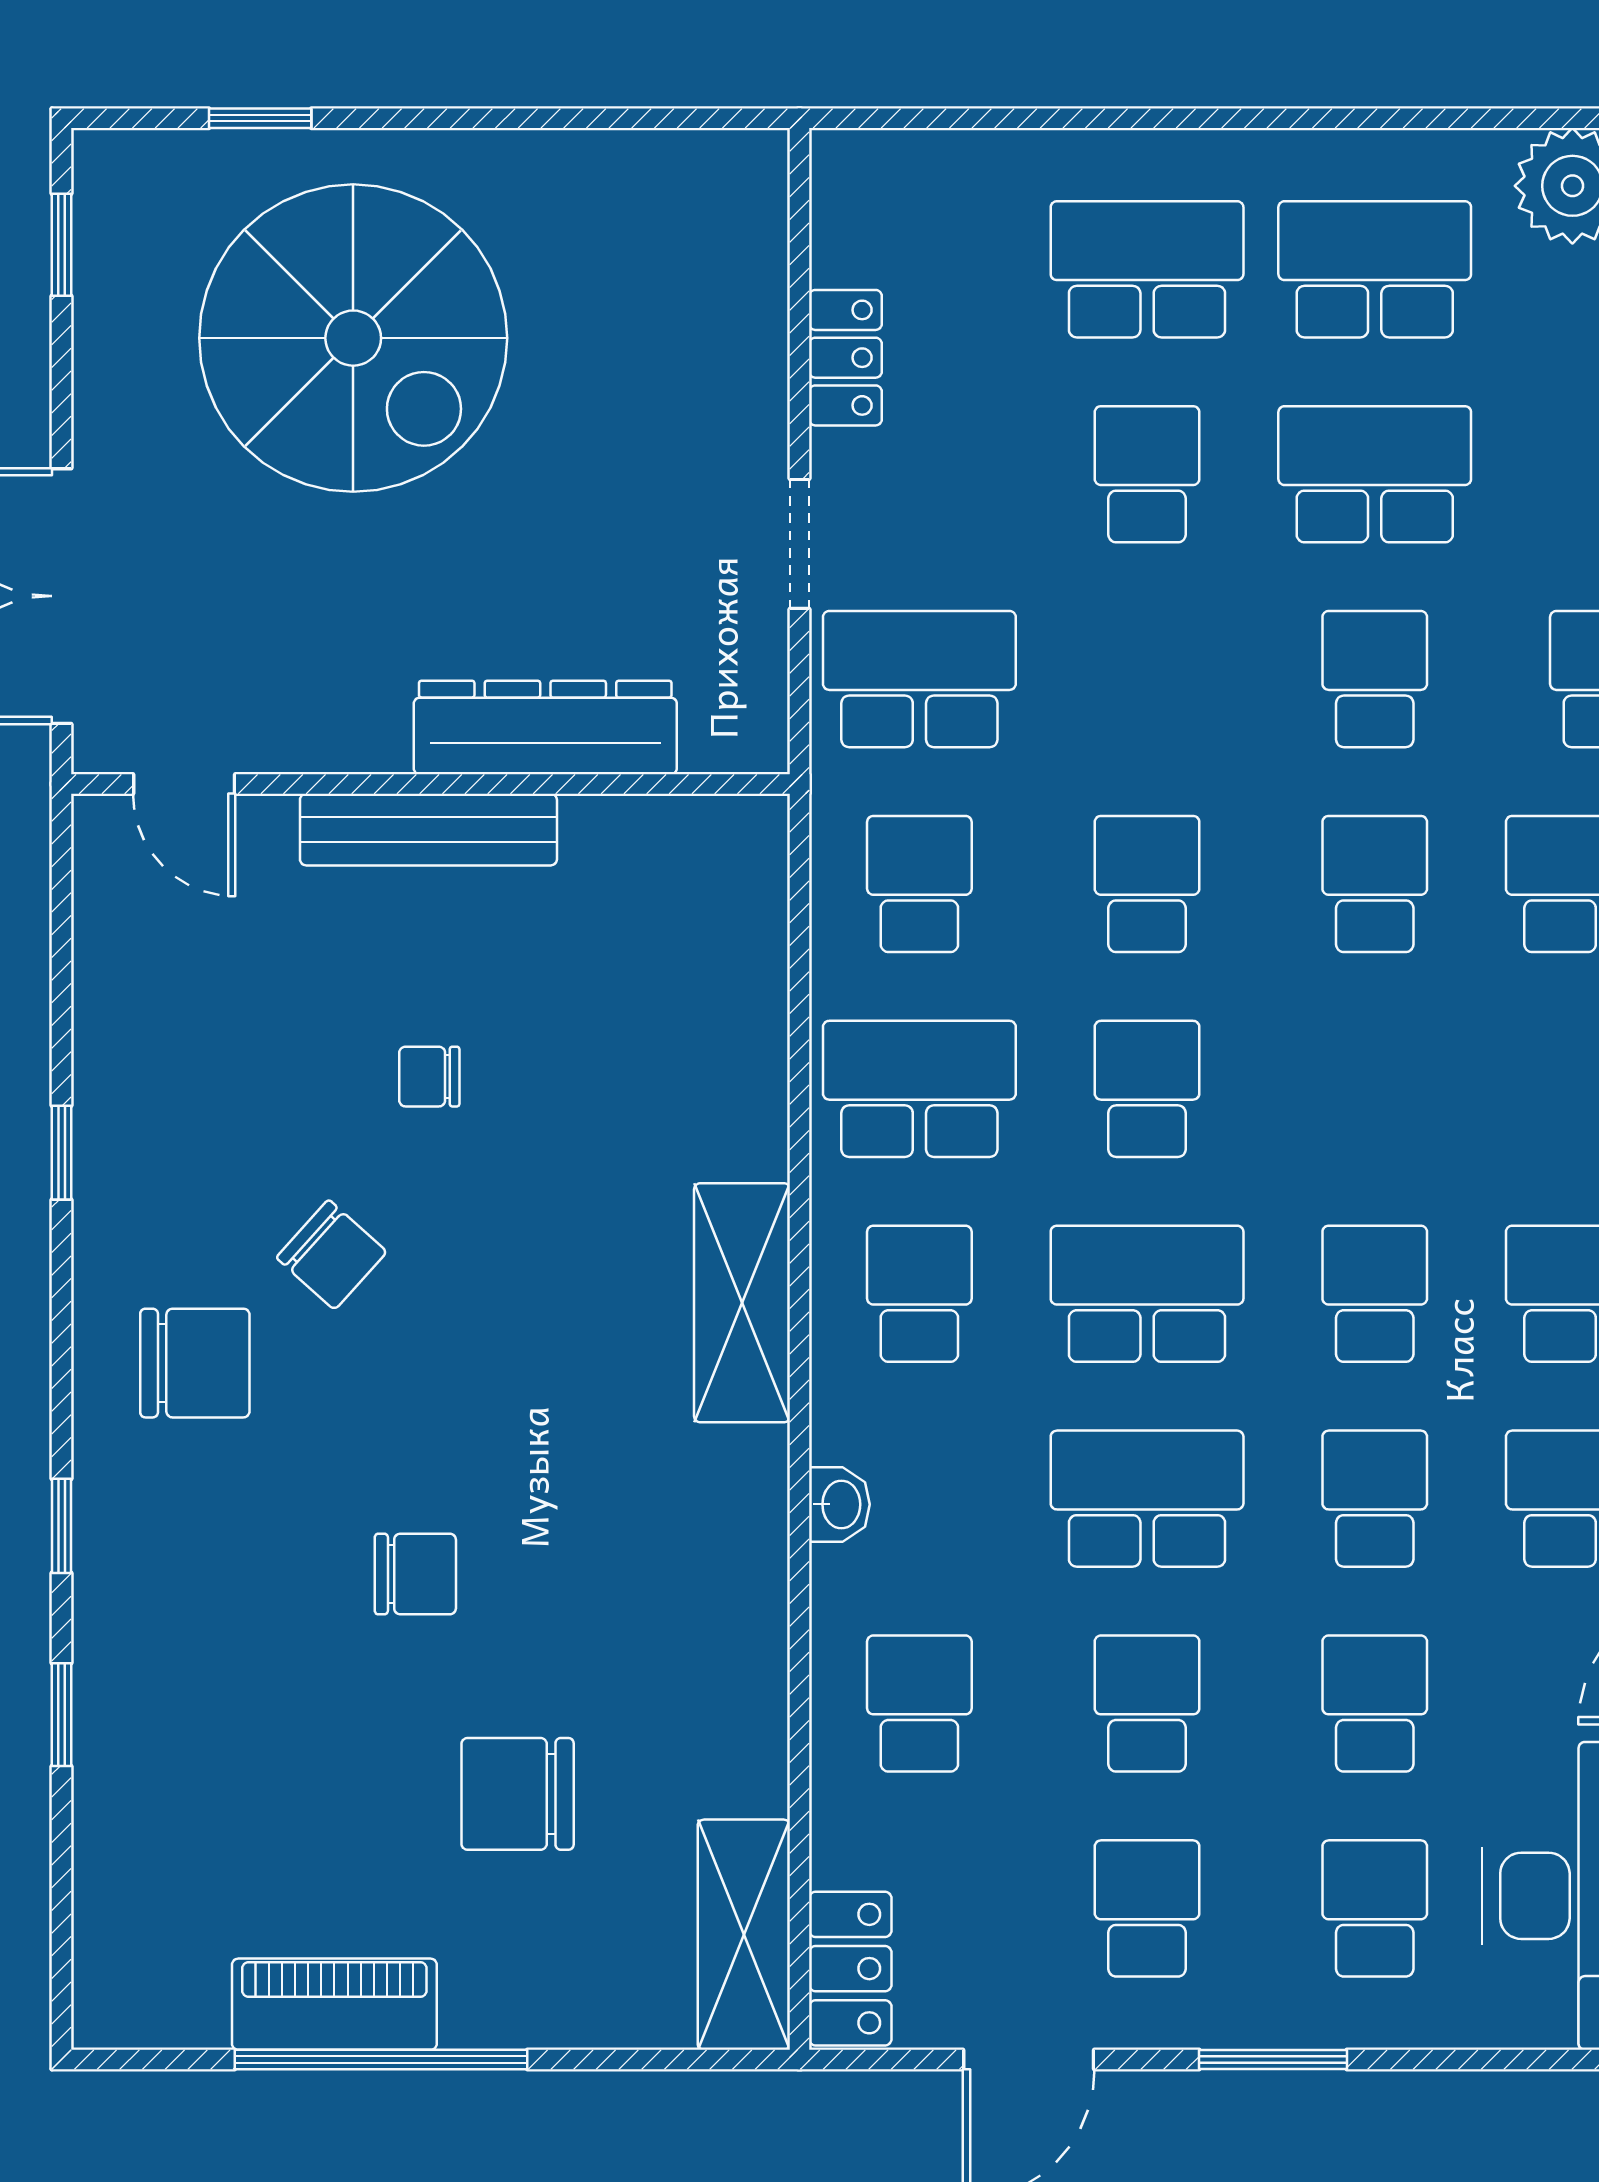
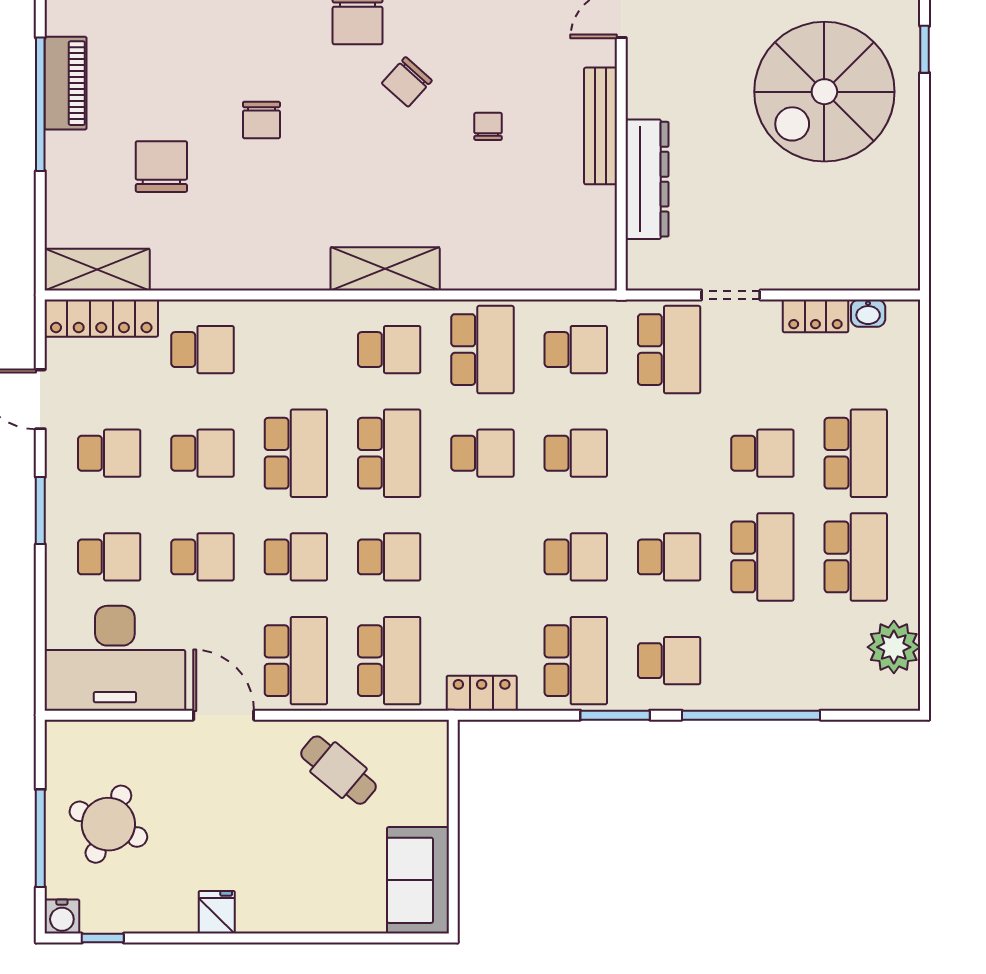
washbasin: (839, 1504) -> (868, 313), moved
locker: (850, 1969) -> (101, 318), width x1.53

